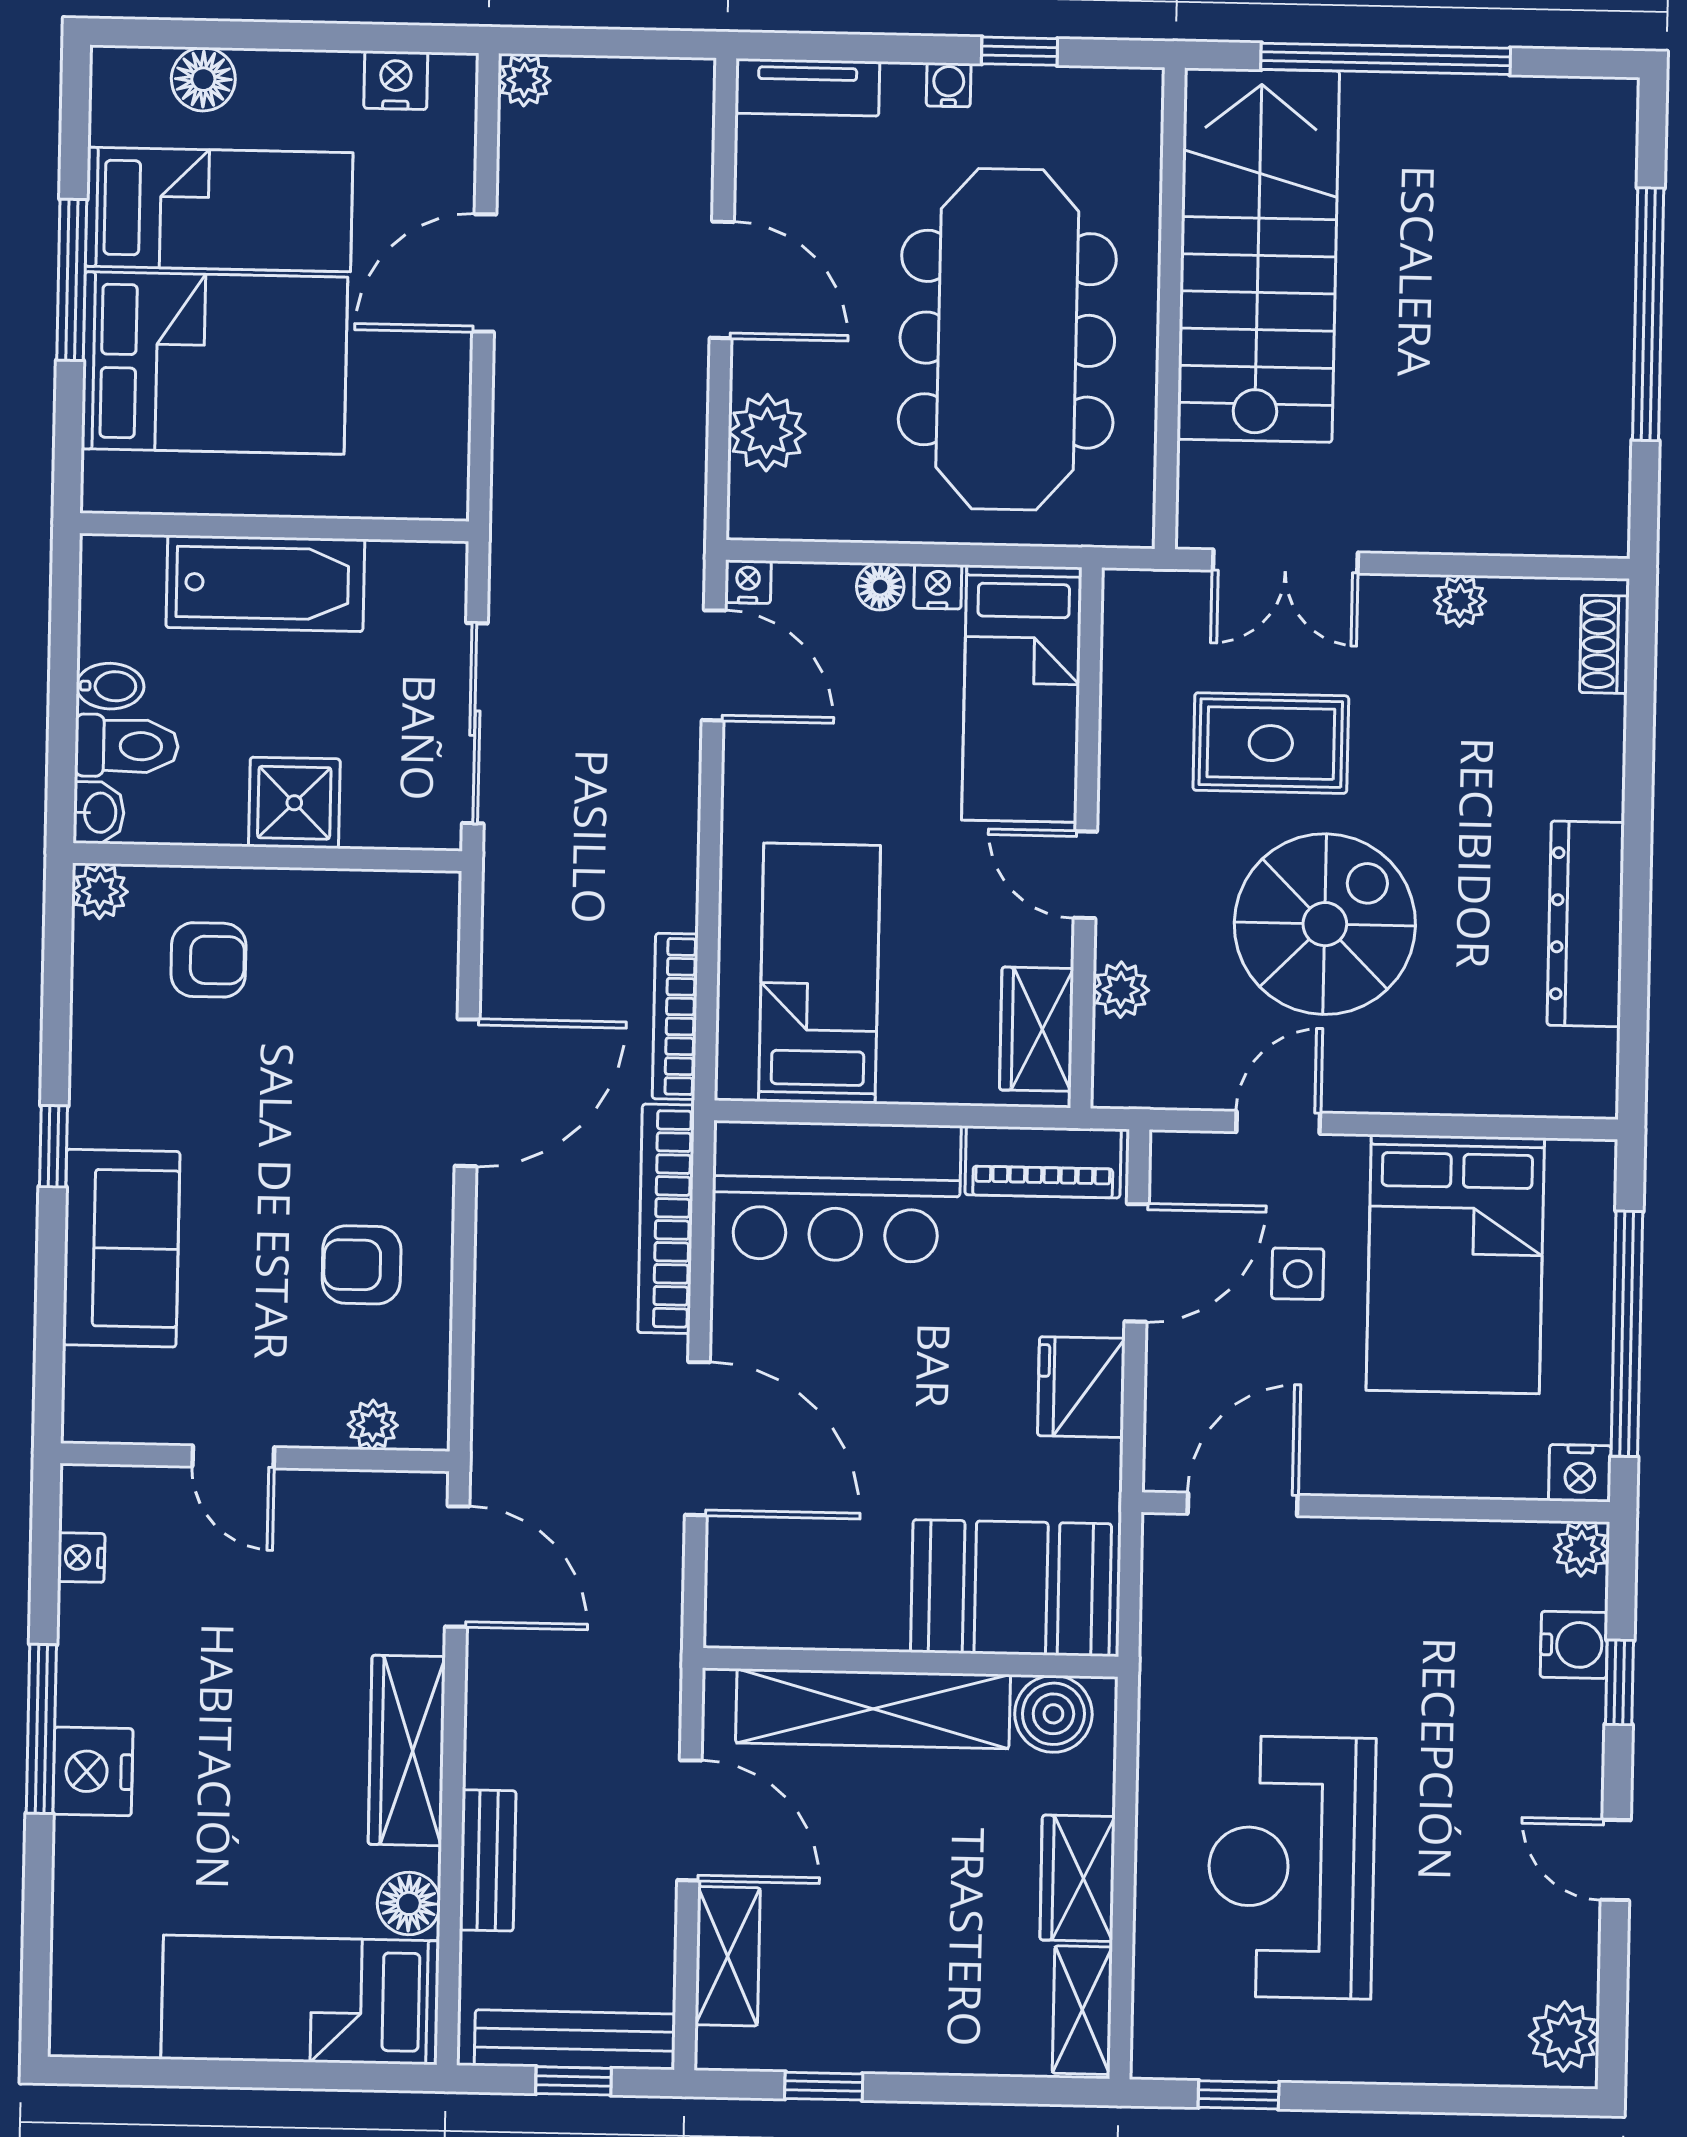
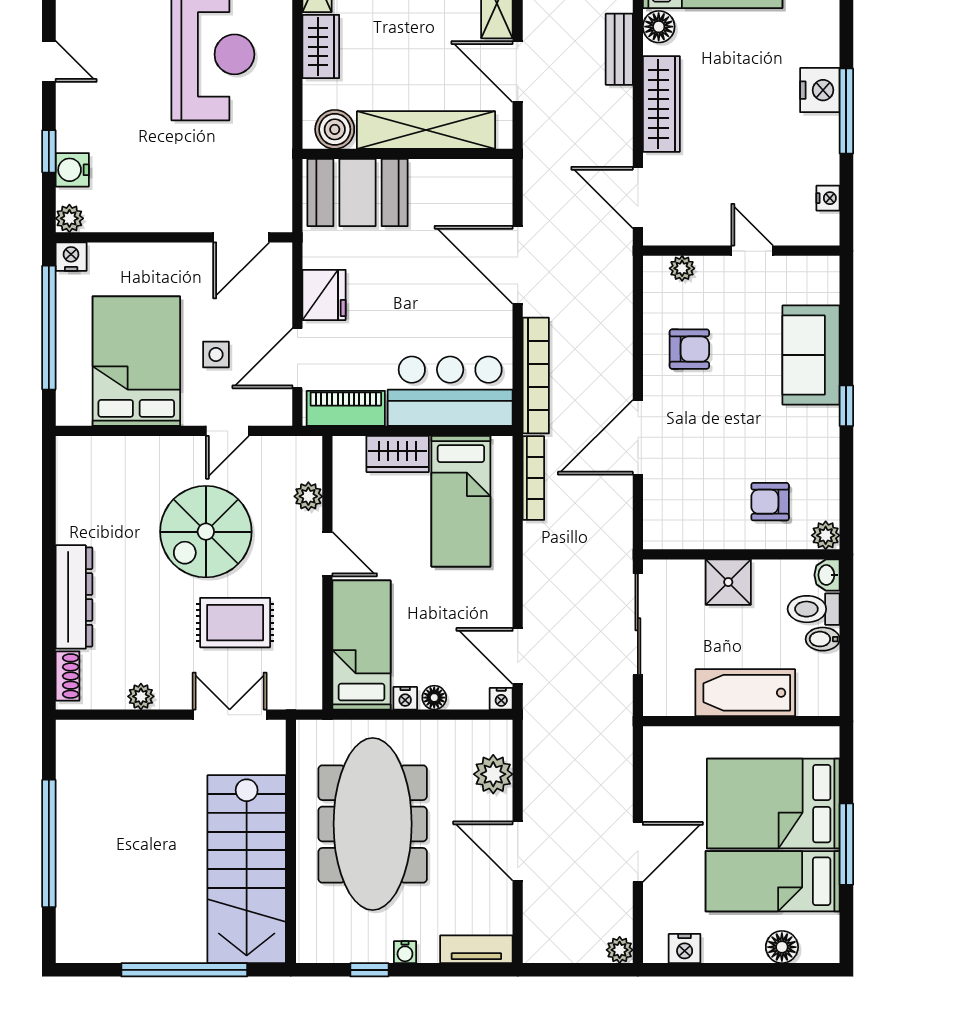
dresser: (1586, 924) -> (74, 597), moved
wardrobe: (1037, 1029) -> (398, 454), moved, turned 90

